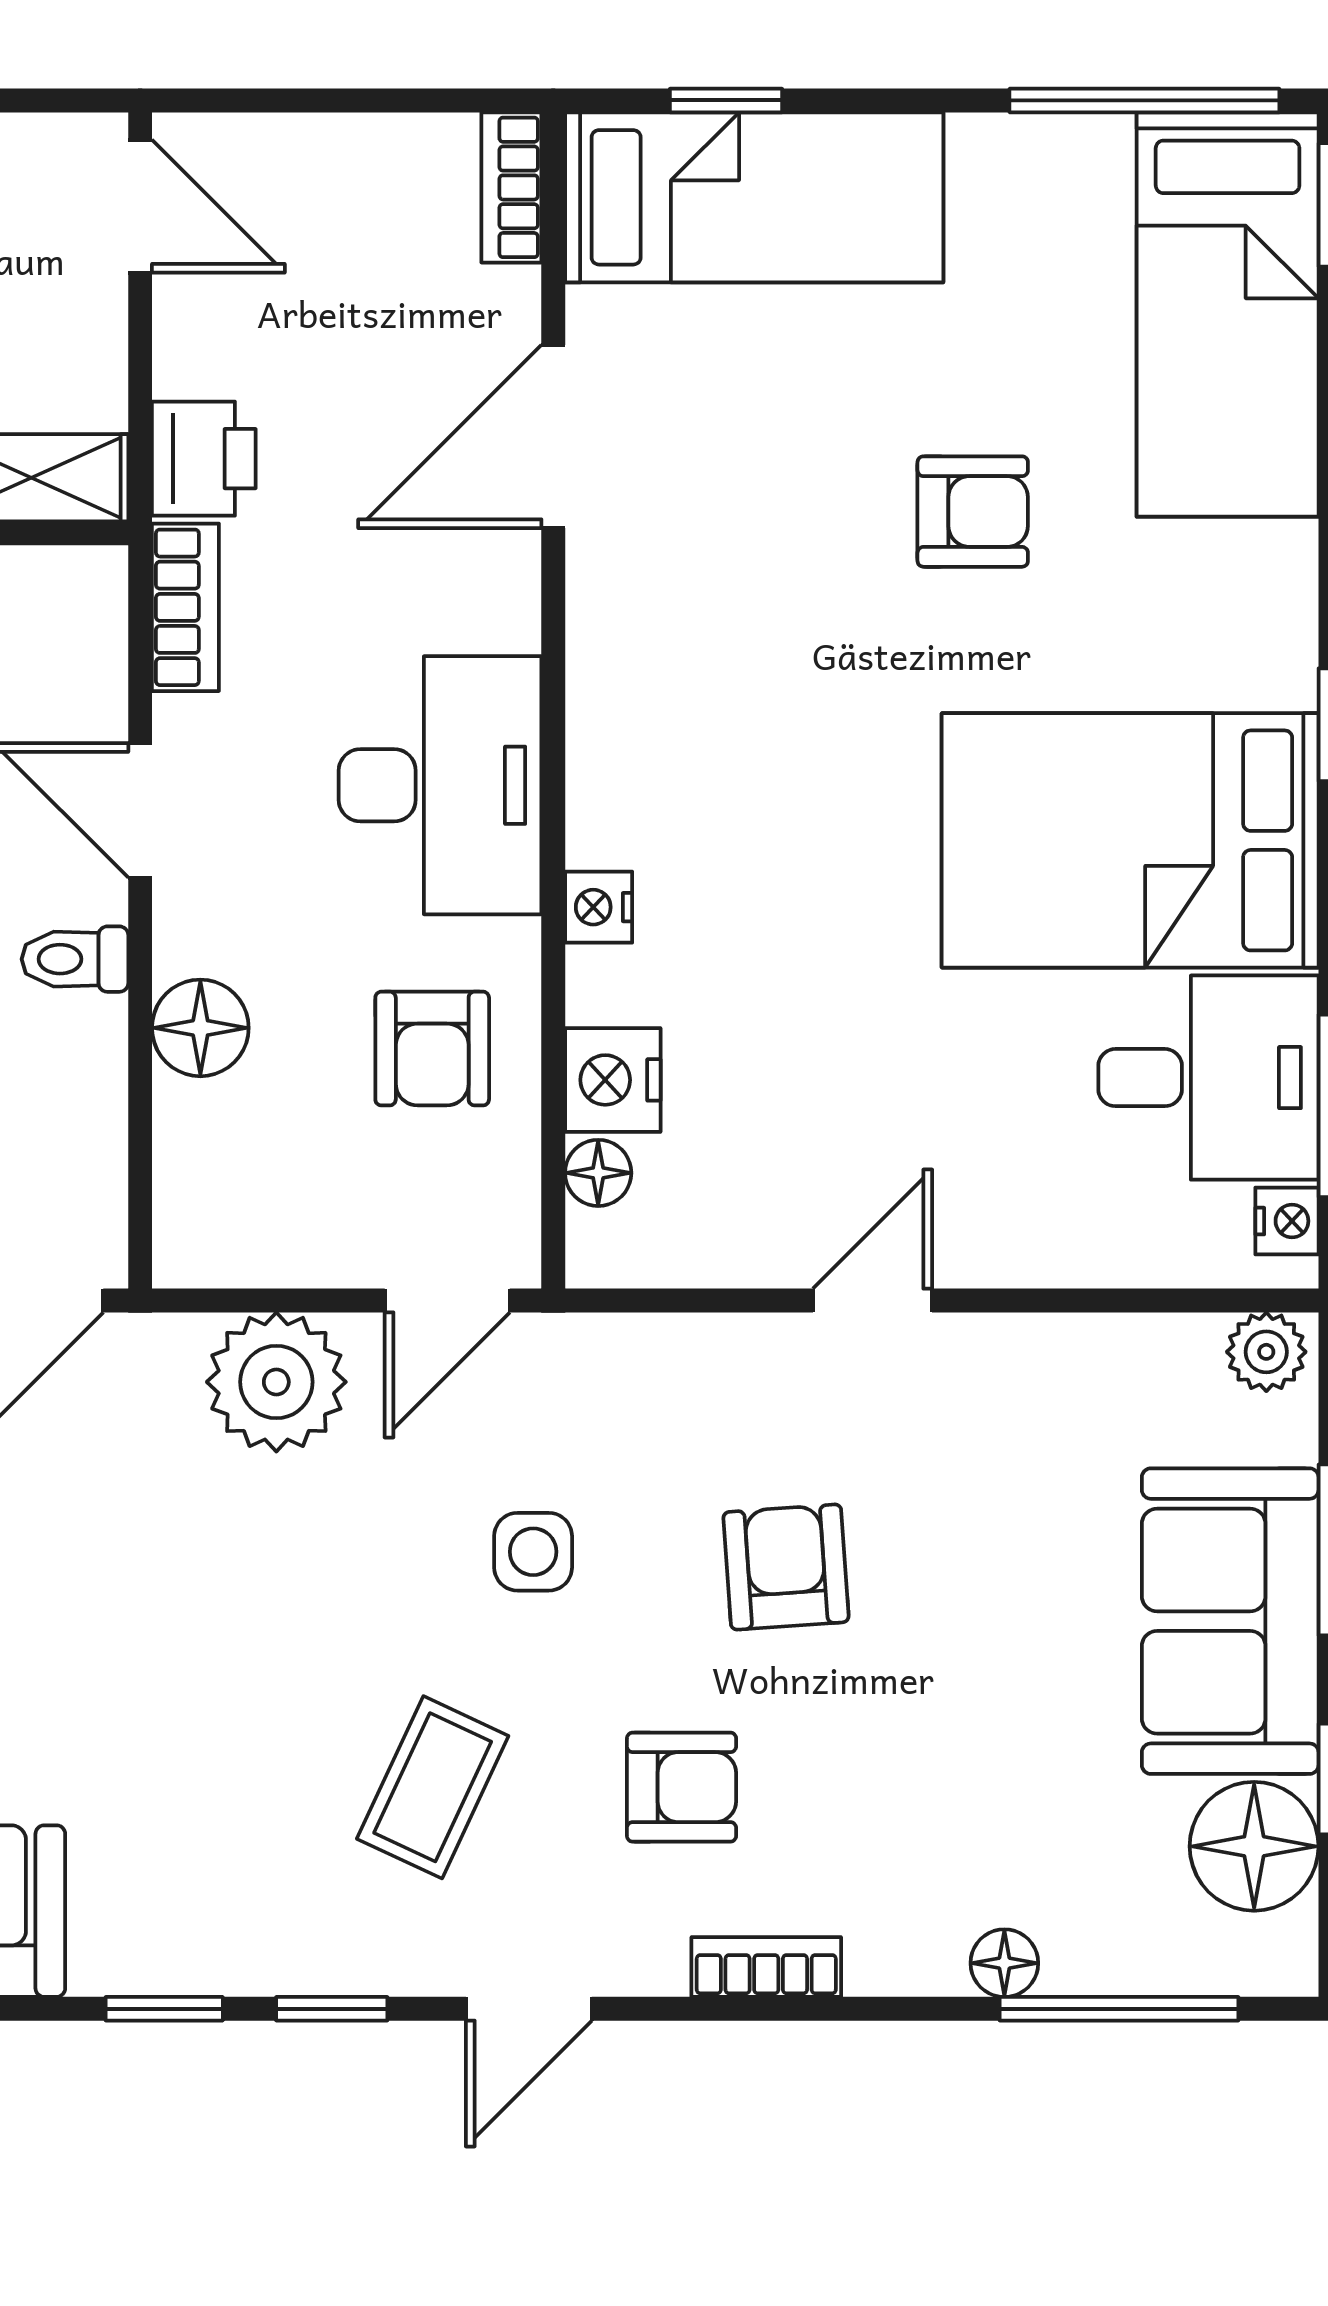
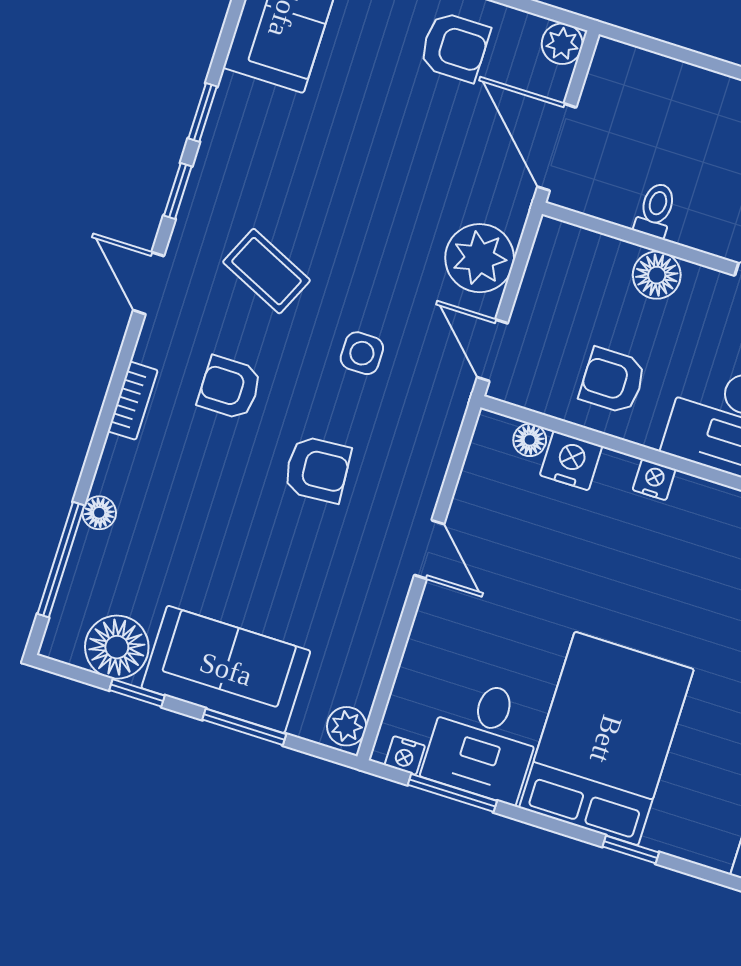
toilet: (75, 959) -> (656, 210), moved
armchair: (682, 1787) -> (230, 388), turned 90

